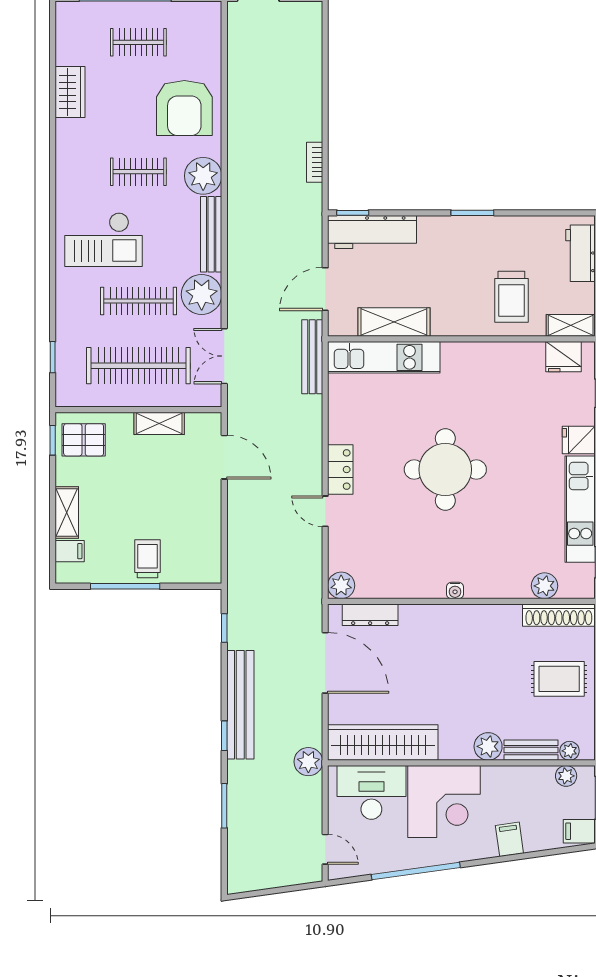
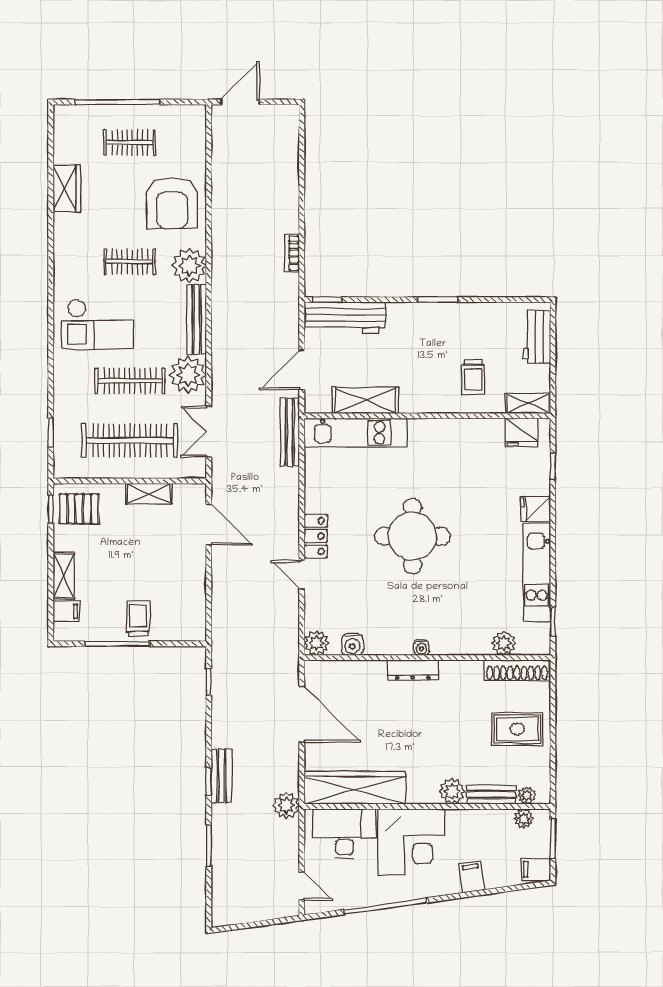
trolley: (511, 297) -> (473, 377), width x0.73, depth x0.72
water cooler: (380, 587) -> (352, 644), added
dresser: (370, 615) -> (413, 670), moved
bench: (240, 705) -> (221, 776), width x0.54, depth x0.82

